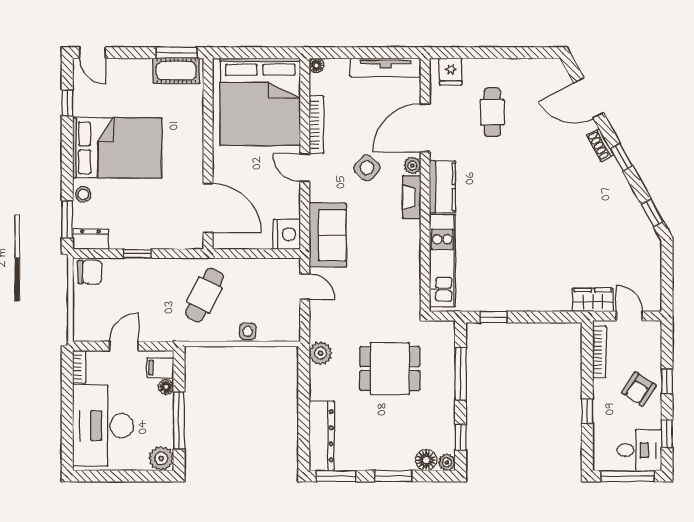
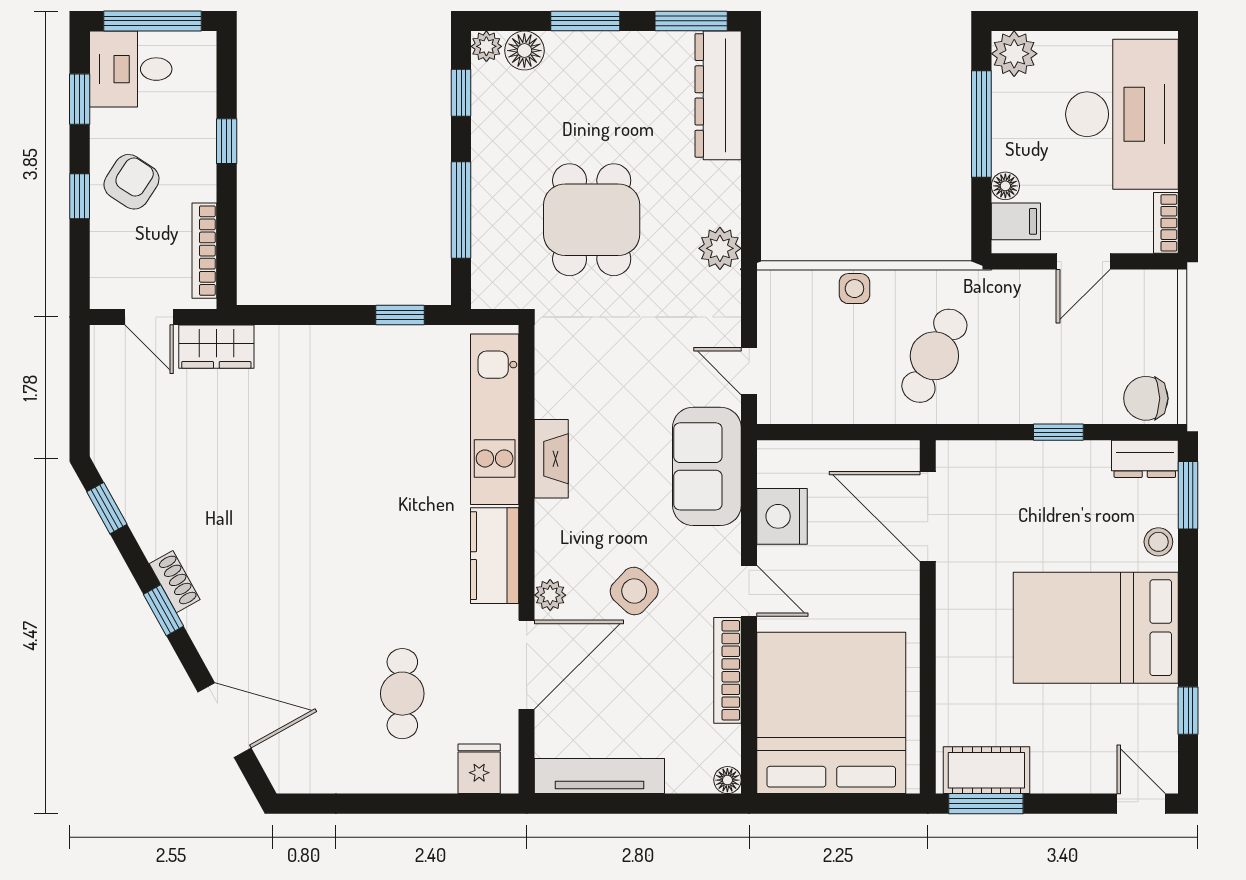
shoe rack: (600, 145) -> (175, 582), moved
fireplace: (412, 197) -> (551, 459), moved
nightstand: (287, 234) -> (782, 516), moved
dining table: (390, 369) -> (592, 220), turned 90

